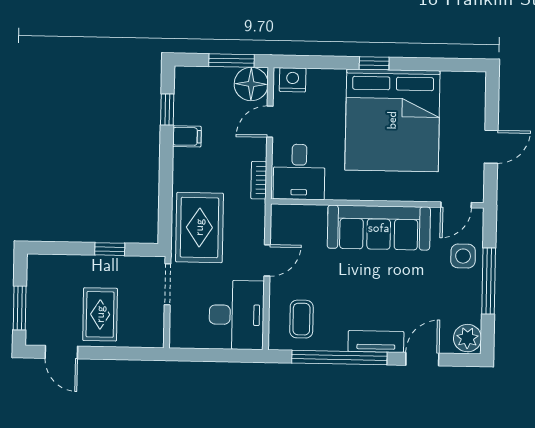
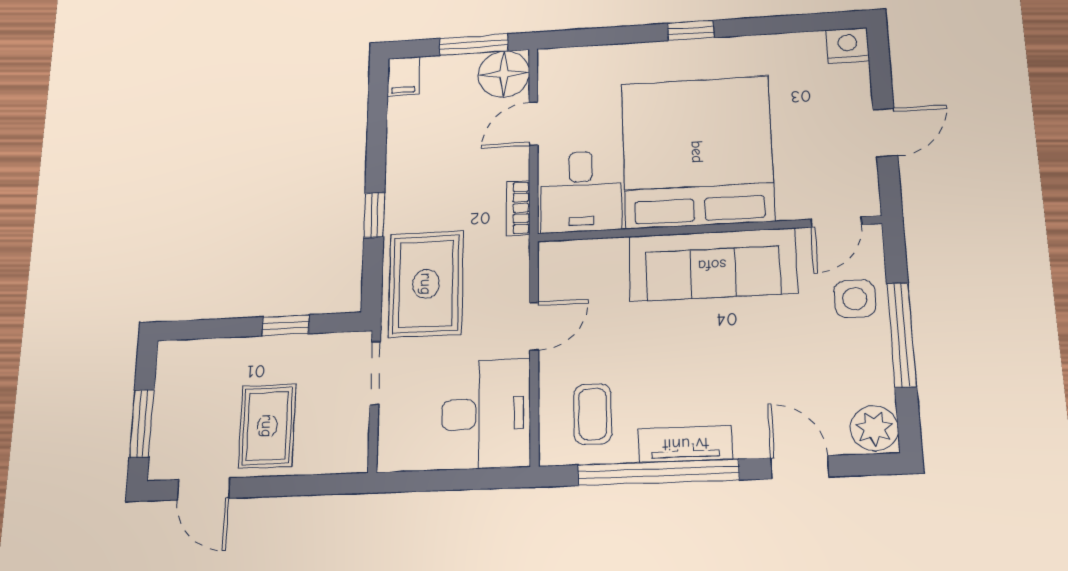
nightstand: (293, 80) -> (848, 45), moved
window: (167, 110) -> (374, 215), moved
bed: (392, 120) -> (697, 152), moved, turned 180
filing cabinet: (187, 136) -> (404, 76), moved, turned 90
tv unit: (376, 341) -> (685, 444), moved
door: (422, 359) -> (800, 467), hinge flipped

